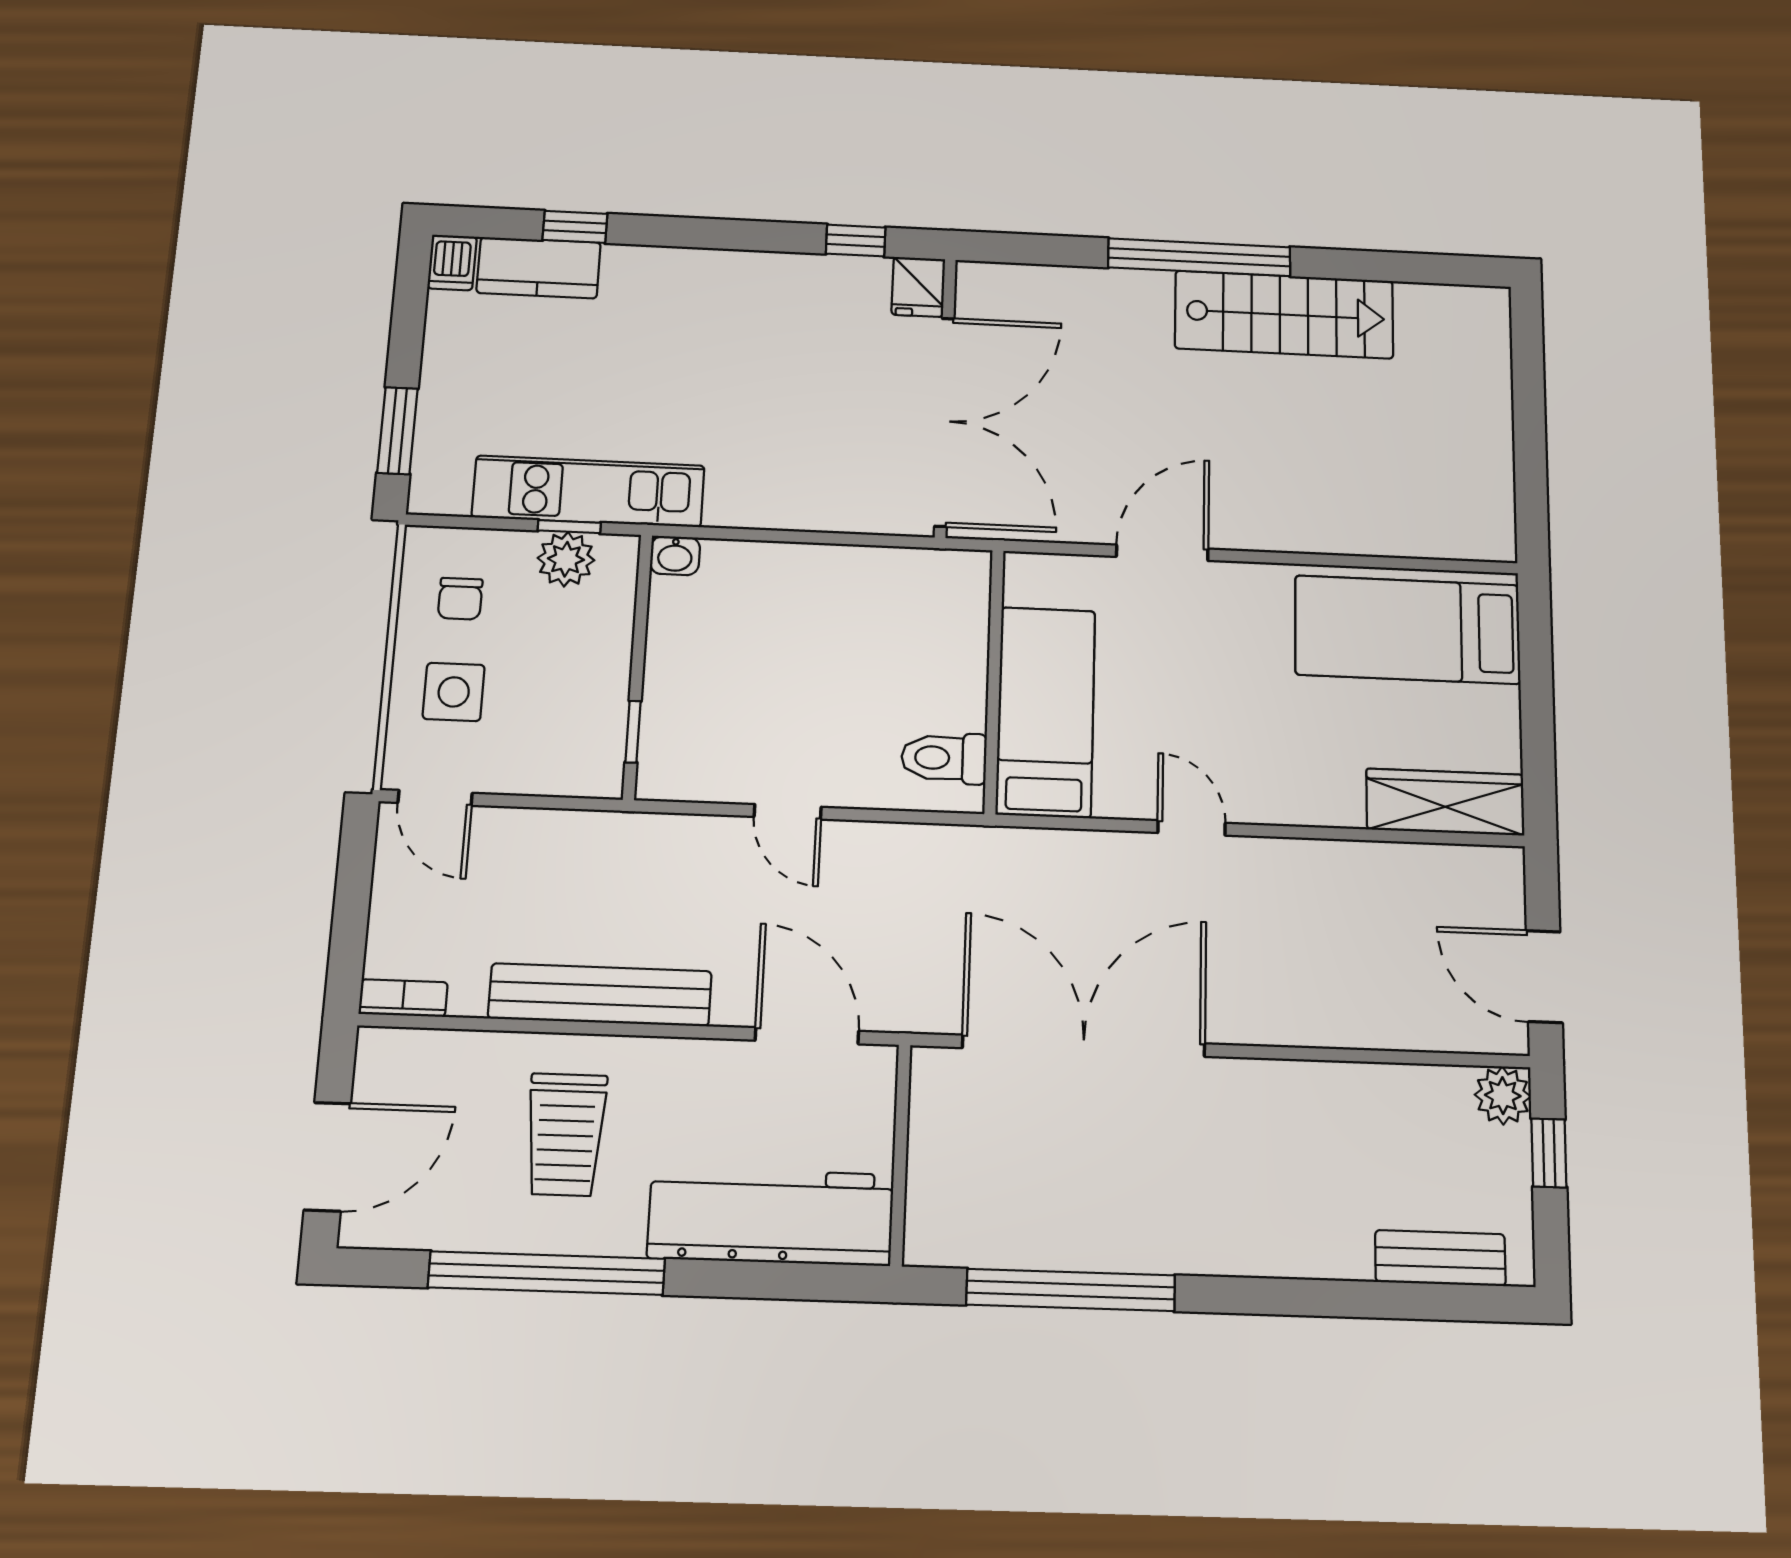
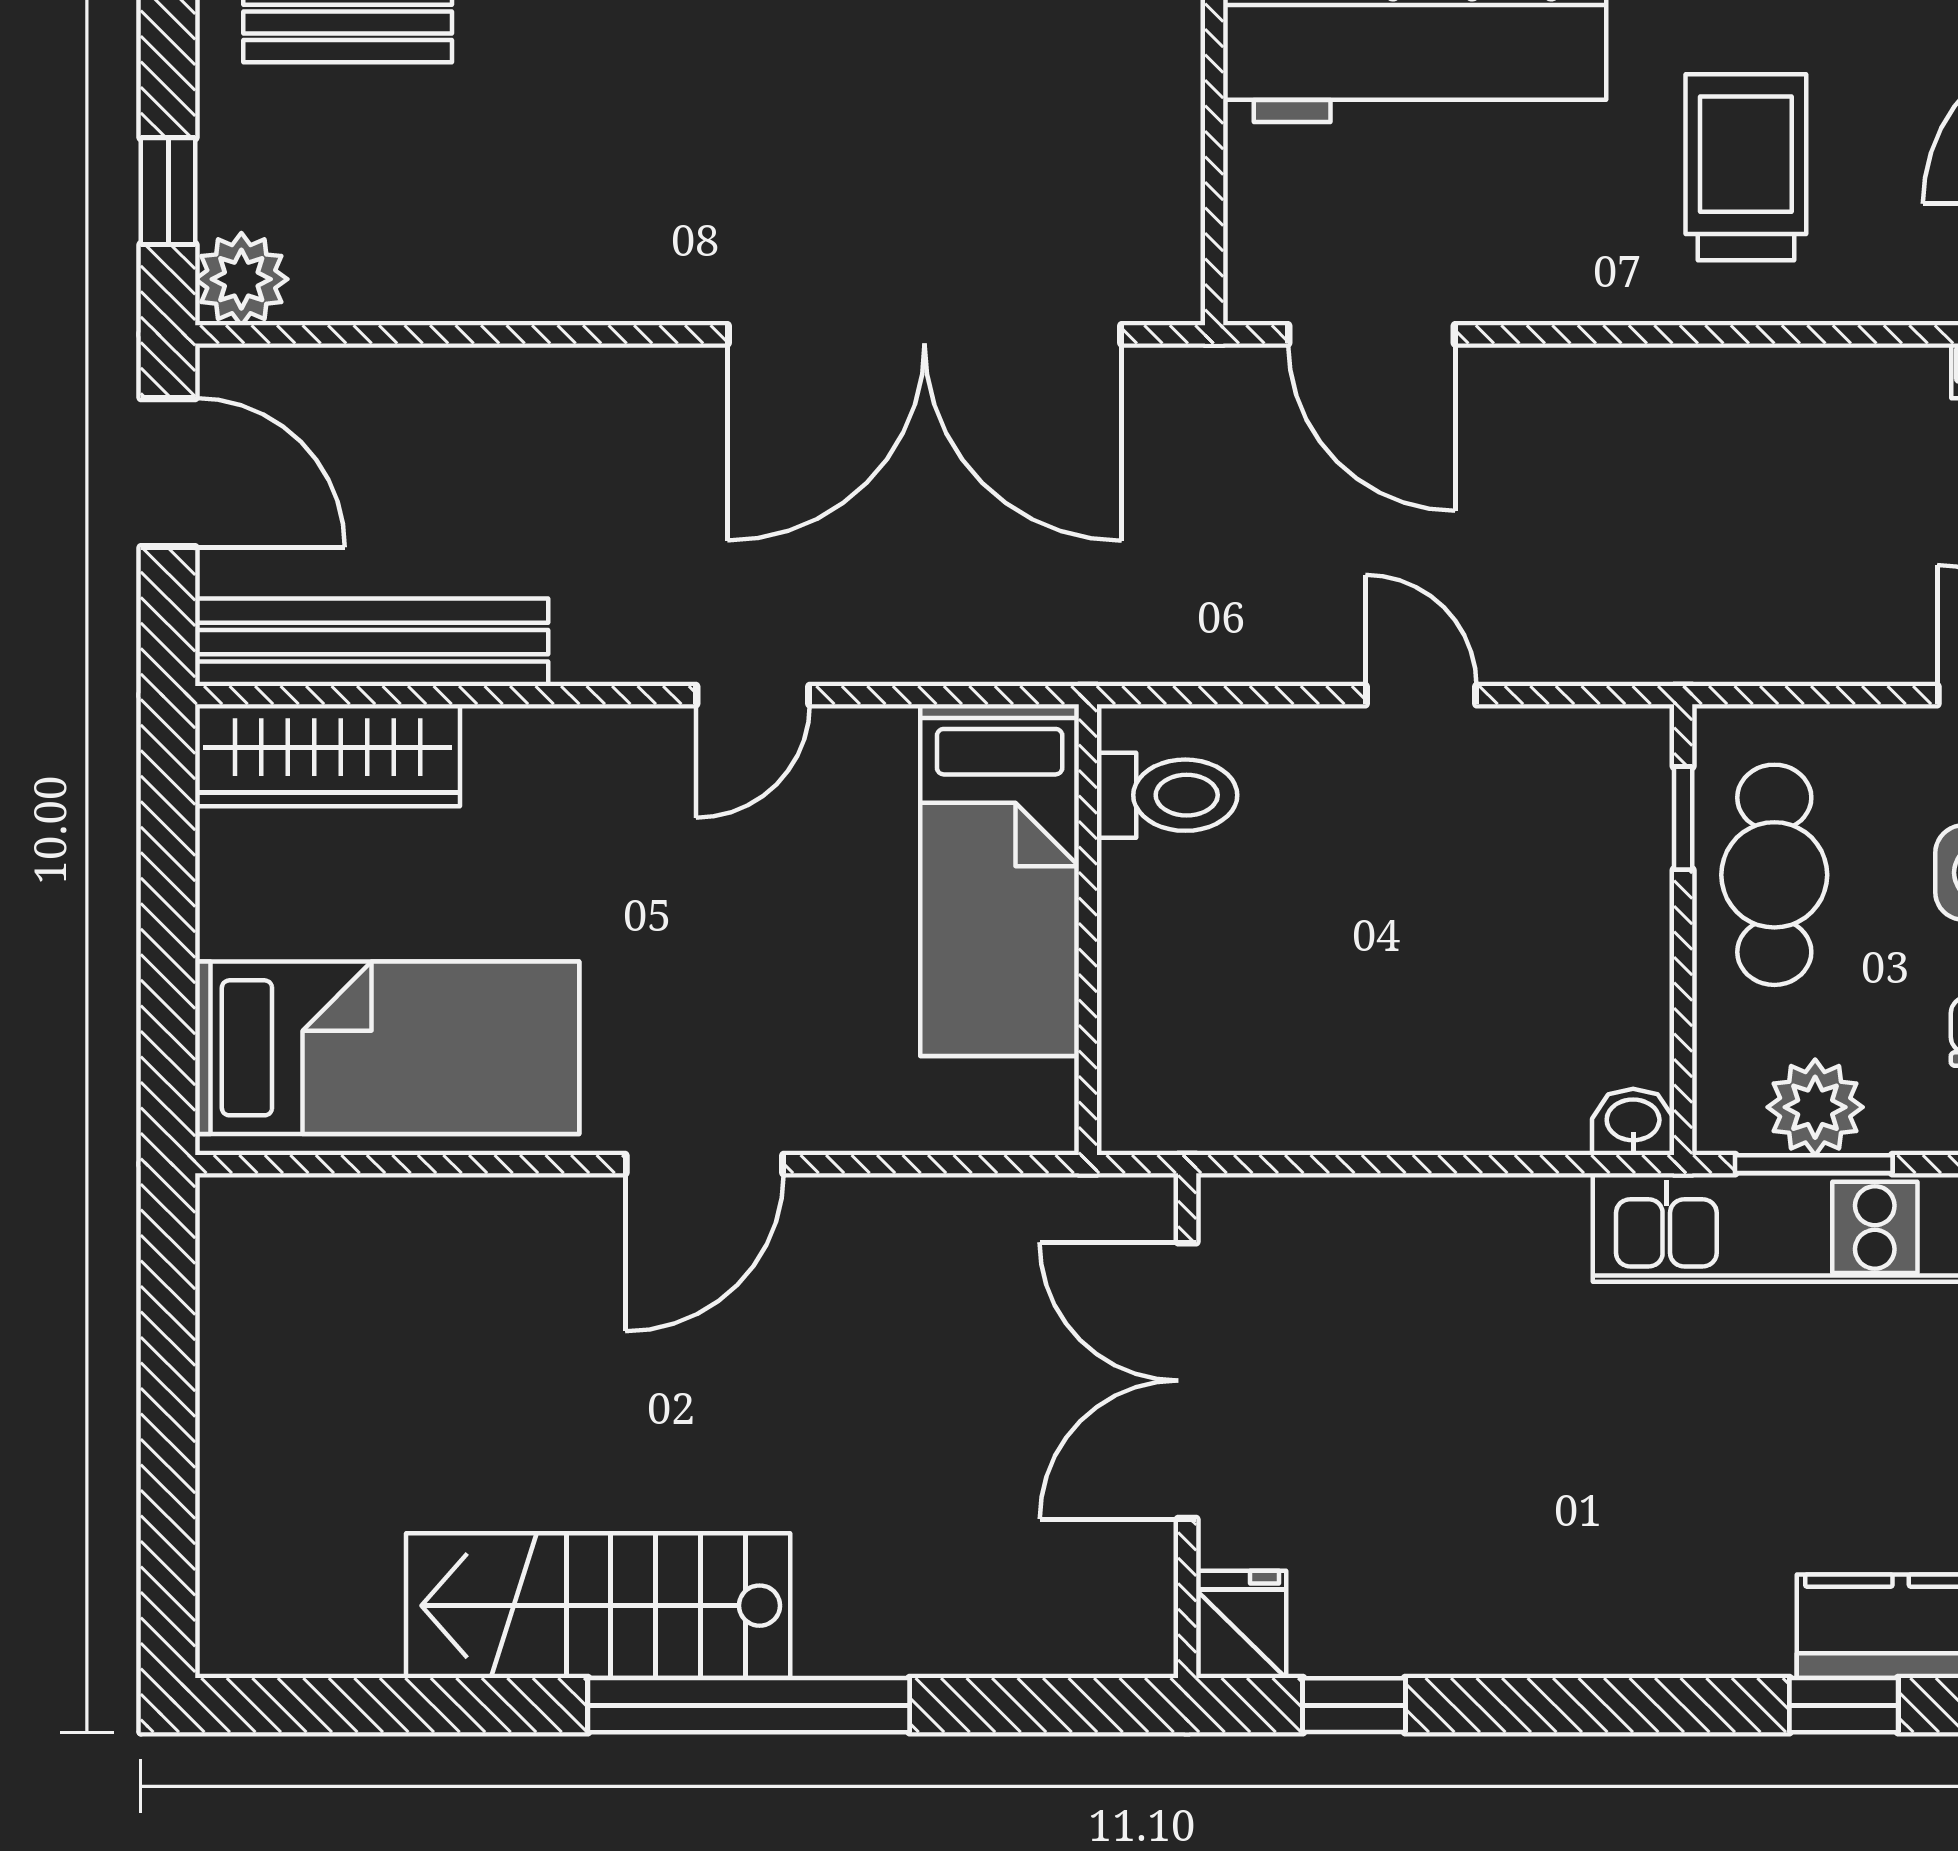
double door: (944, 421) -> (1187, 1381), width x0.73
window: (569, 527) -> (1814, 1164), width x1.50
door: (1162, 553) -> (704, 1164), moved
cafe table: (580, 696) -> (1774, 875), added
door: (1191, 828) -> (753, 695), hinge flipped
bench: (600, 995) -> (372, 642), moved

